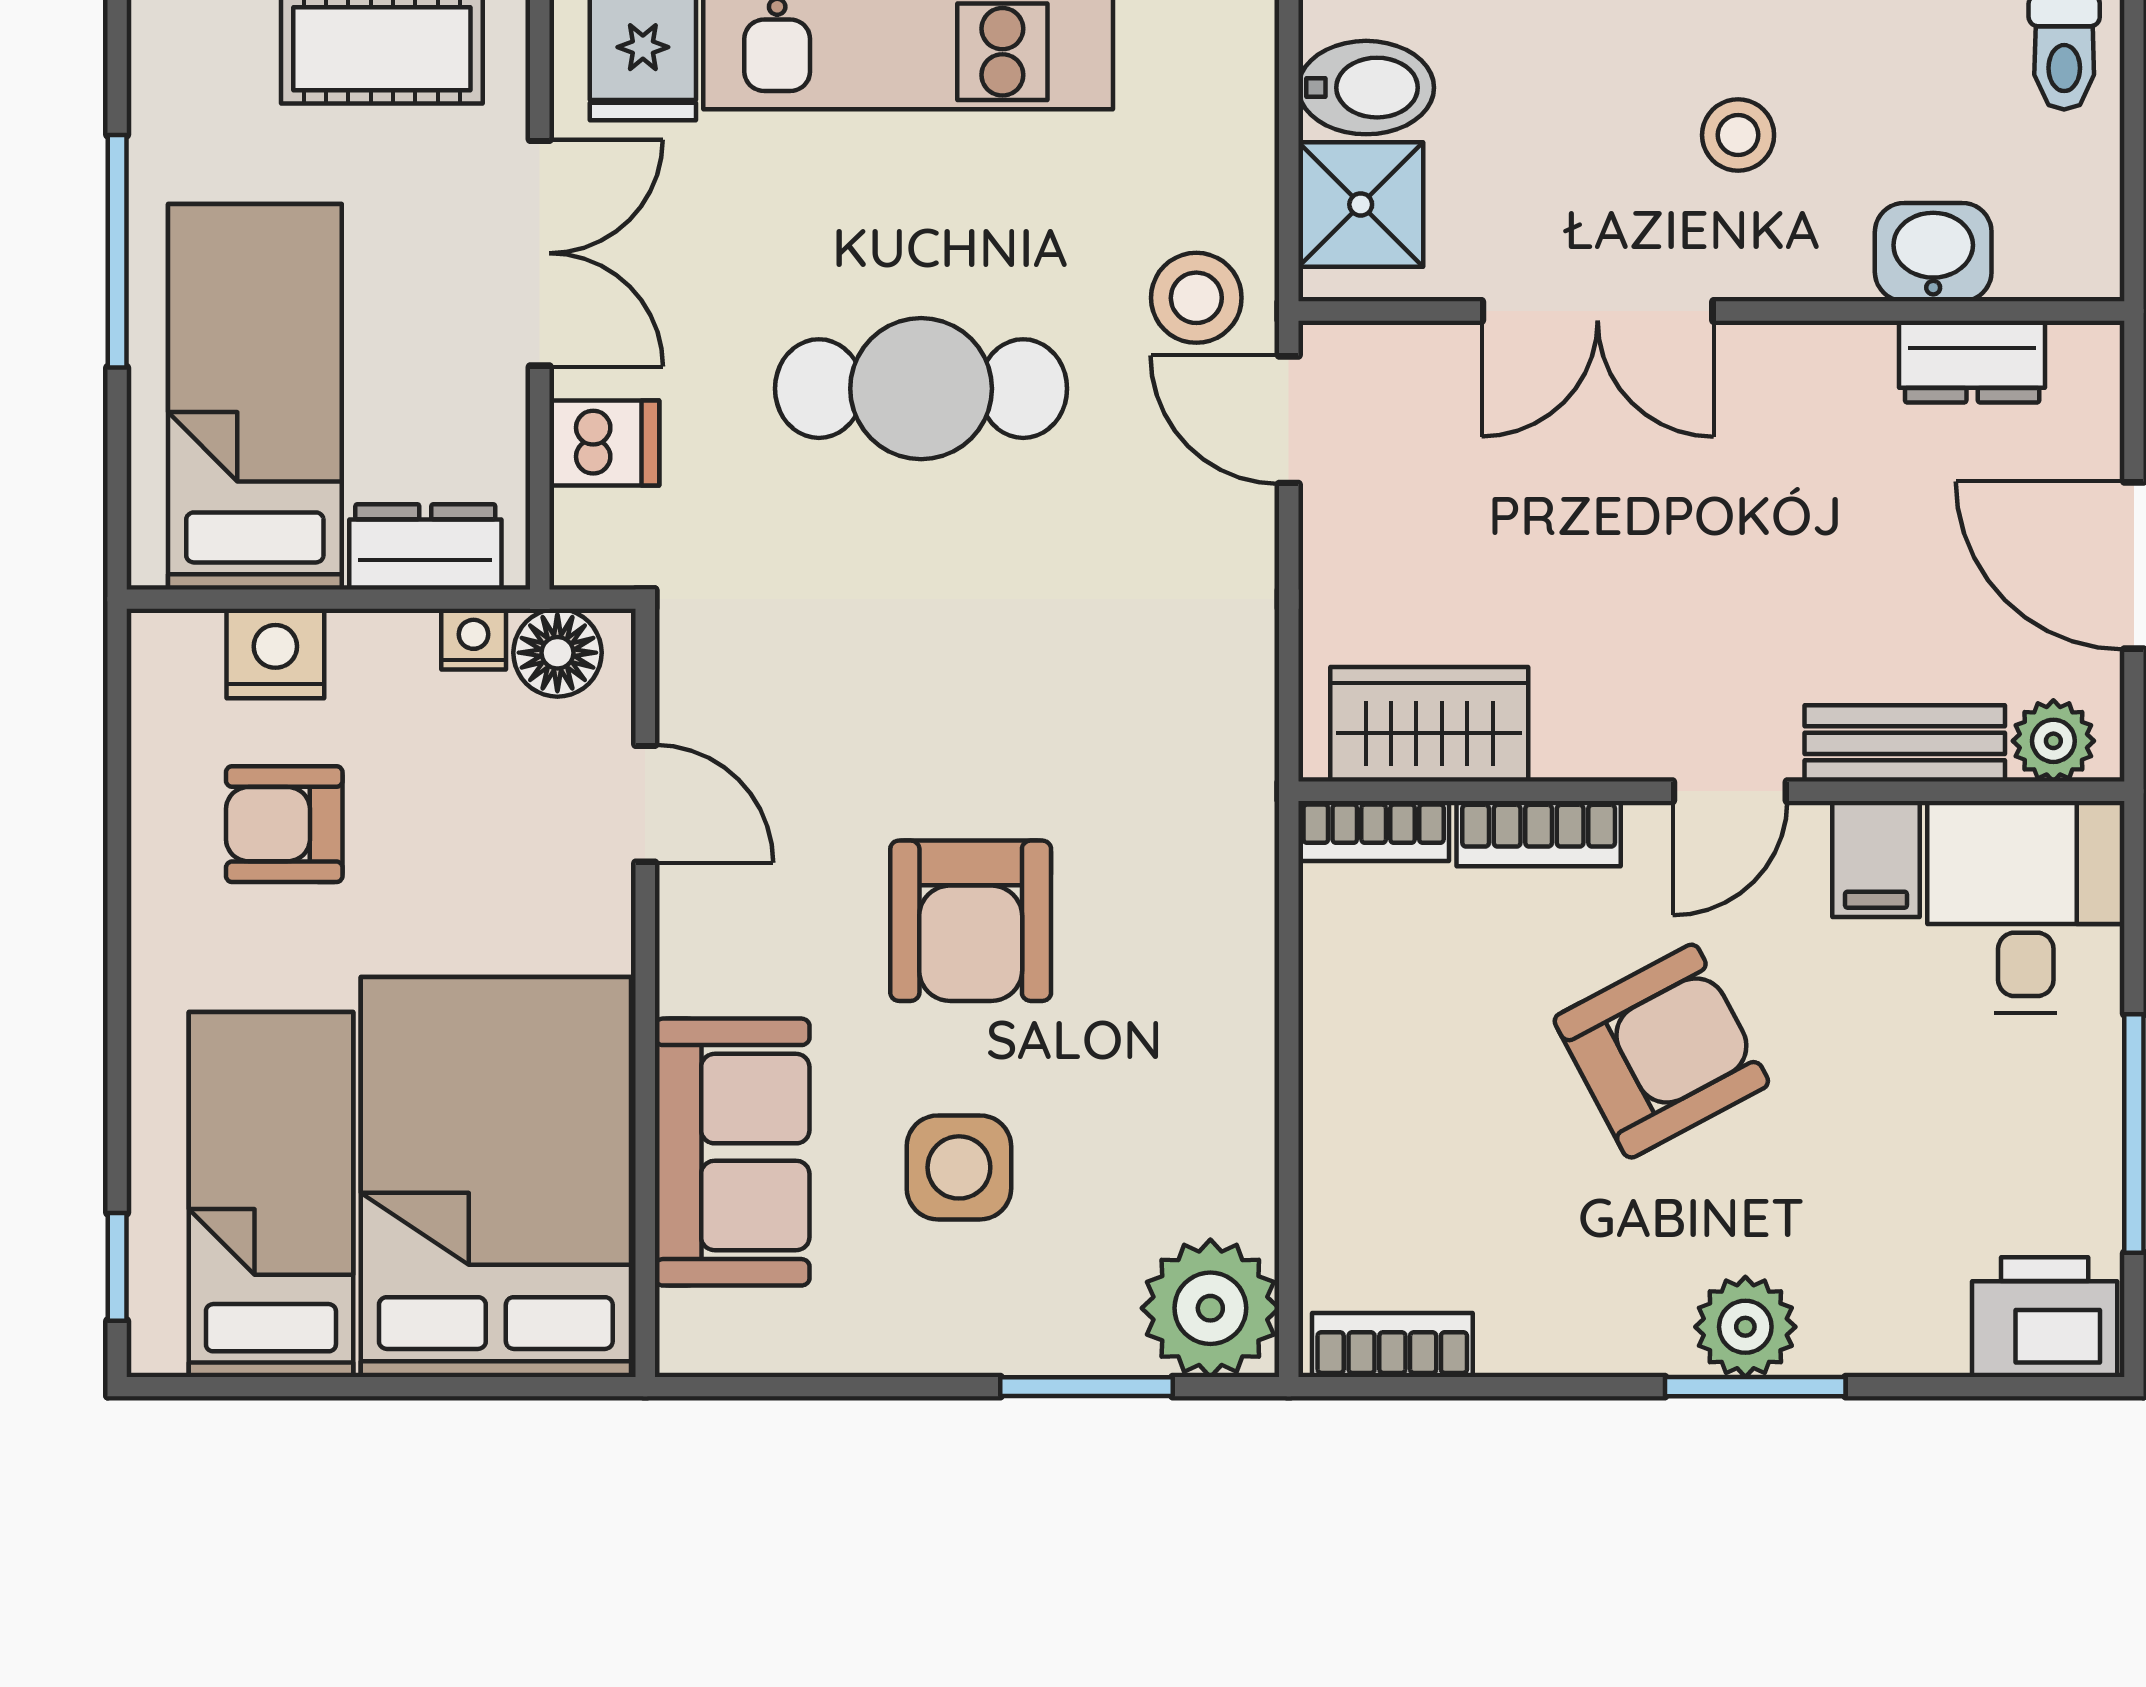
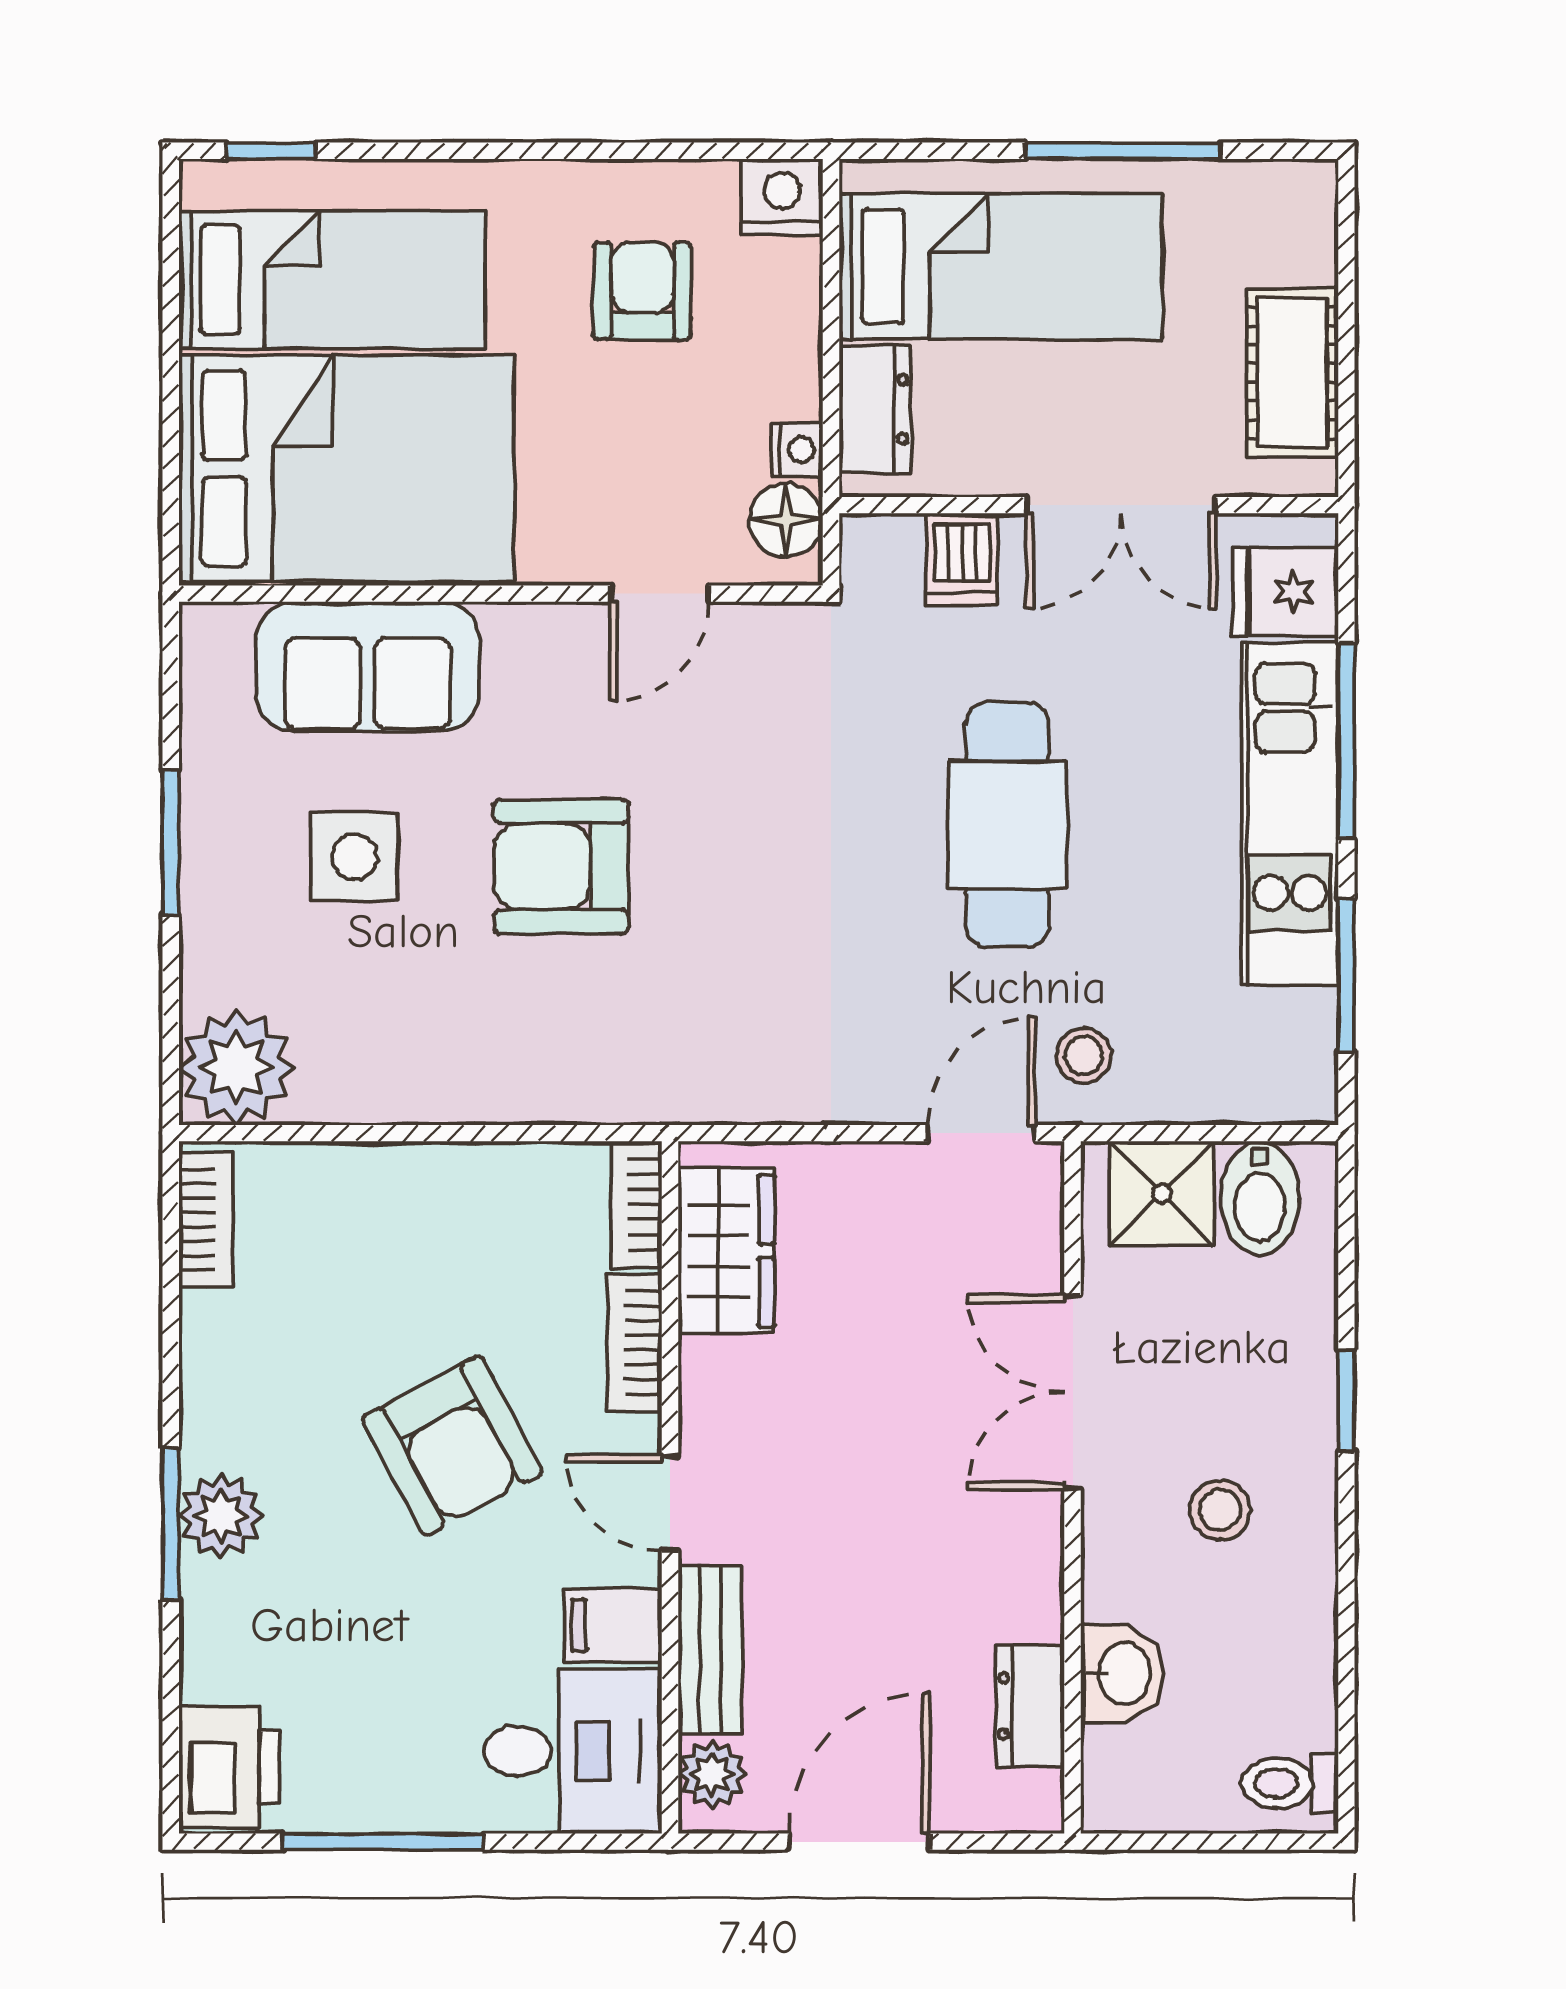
stool: (1196, 298) -> (1084, 1056), width x0.73, depth x0.73
nightstand: (275, 654) -> (782, 196), moved, turned -90
window: (1087, 1387) -> (171, 843), moved

